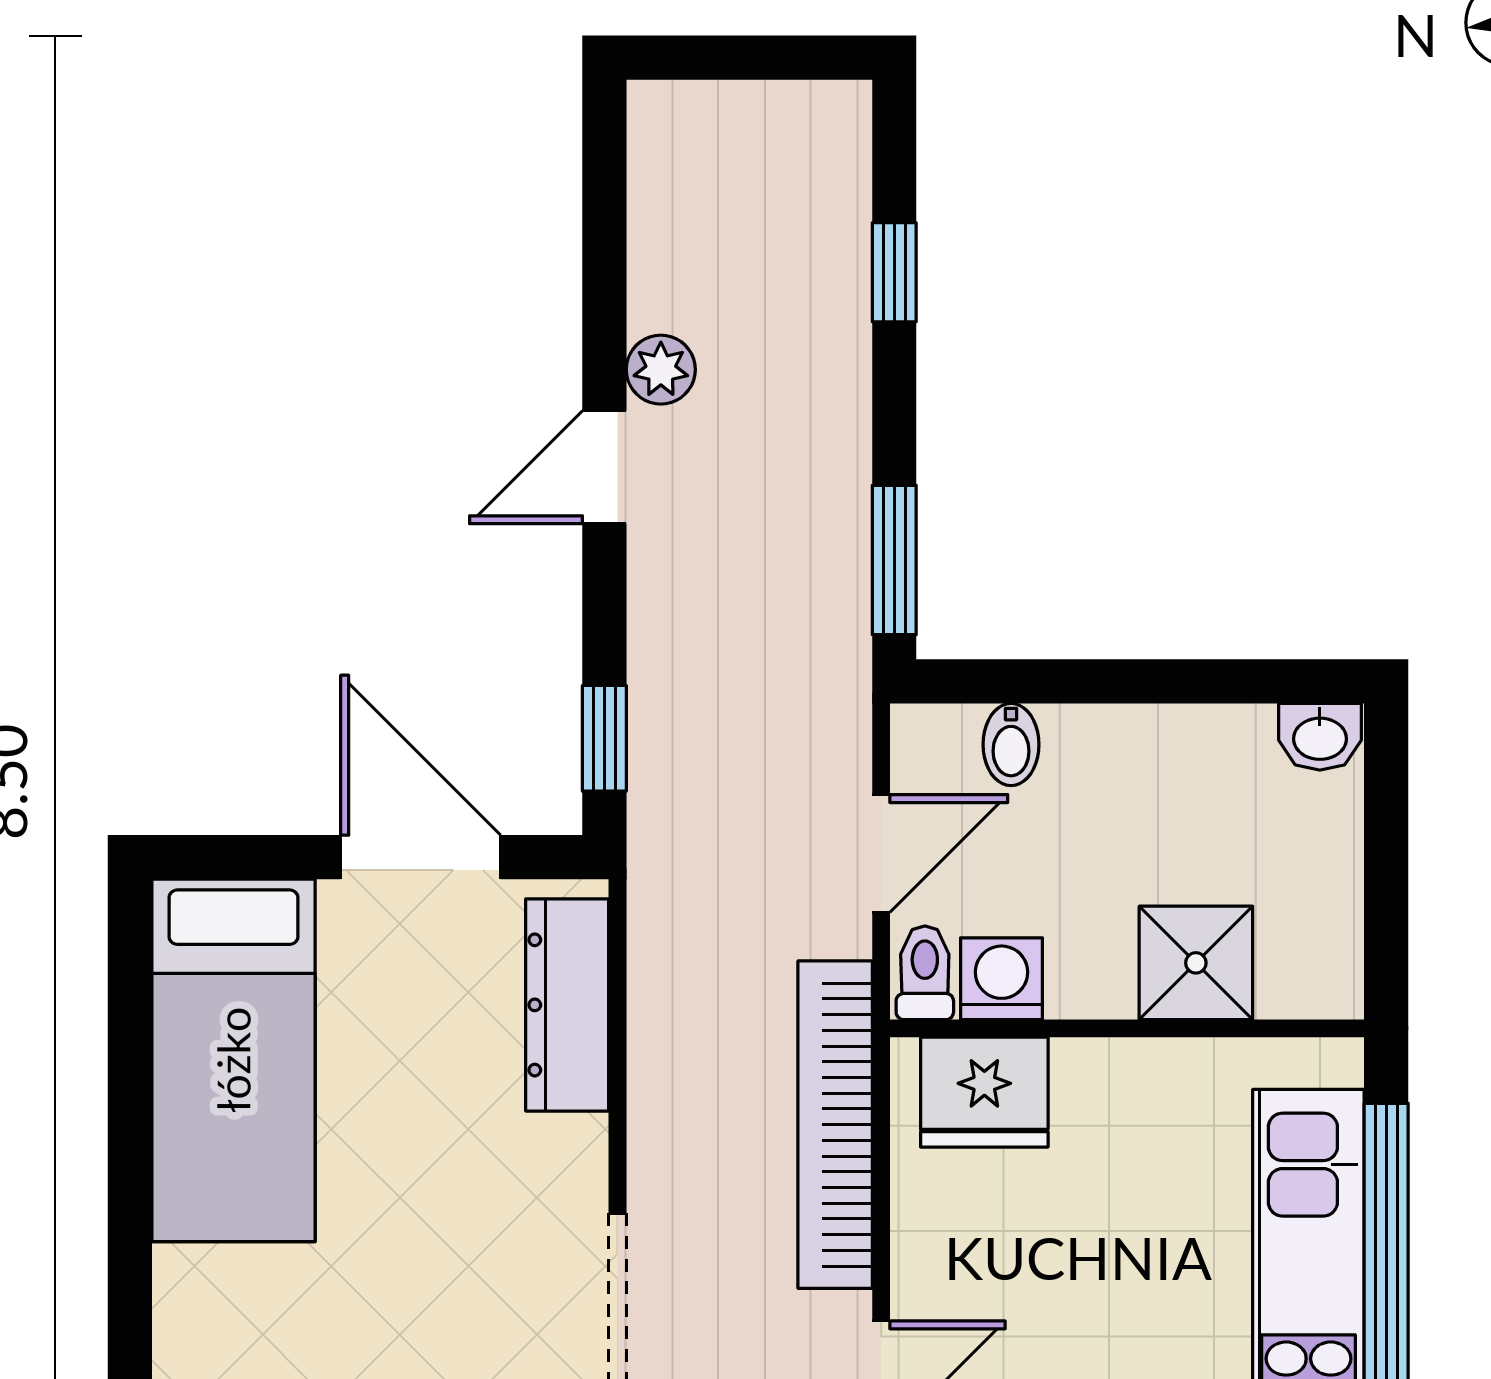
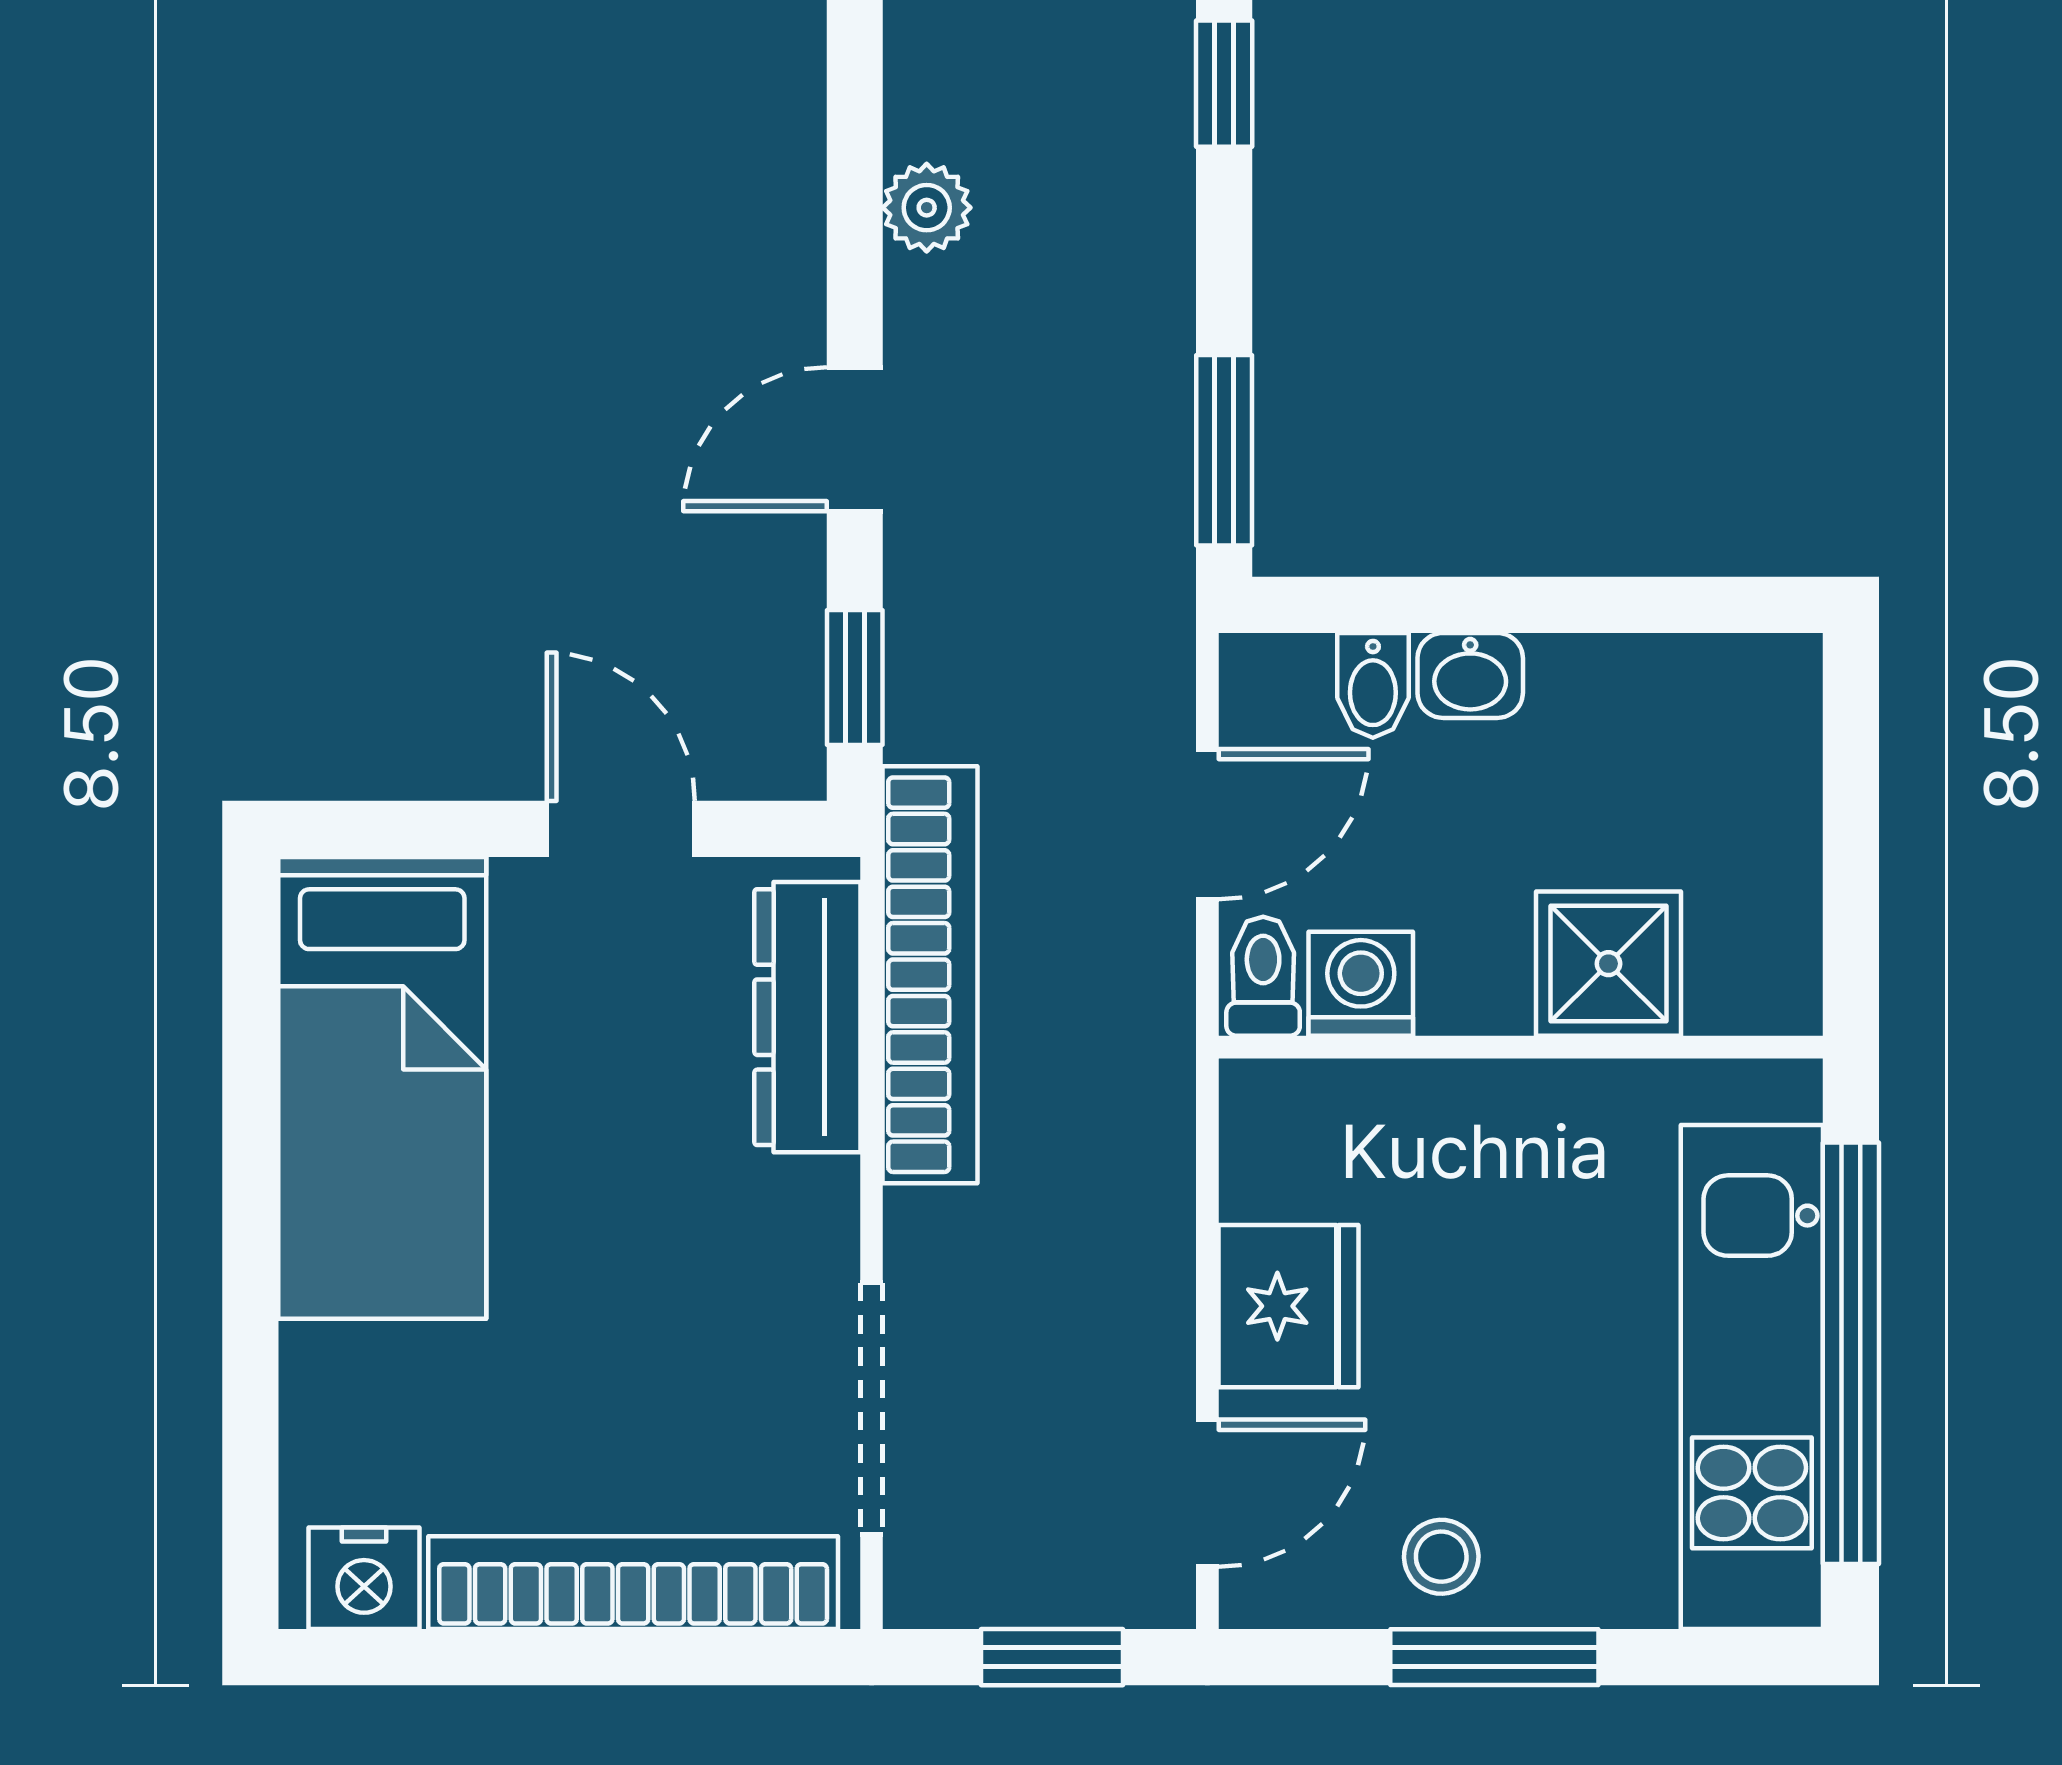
door: (604, 467) -> (855, 439), moved
washbasin: (1320, 737) -> (1470, 675), moved
door: (421, 857) -> (621, 829), width x0.73
fridge: (984, 1092) -> (1288, 1306), moved, turned -90
bookcase: (835, 1125) -> (930, 975), moved, turned 180

